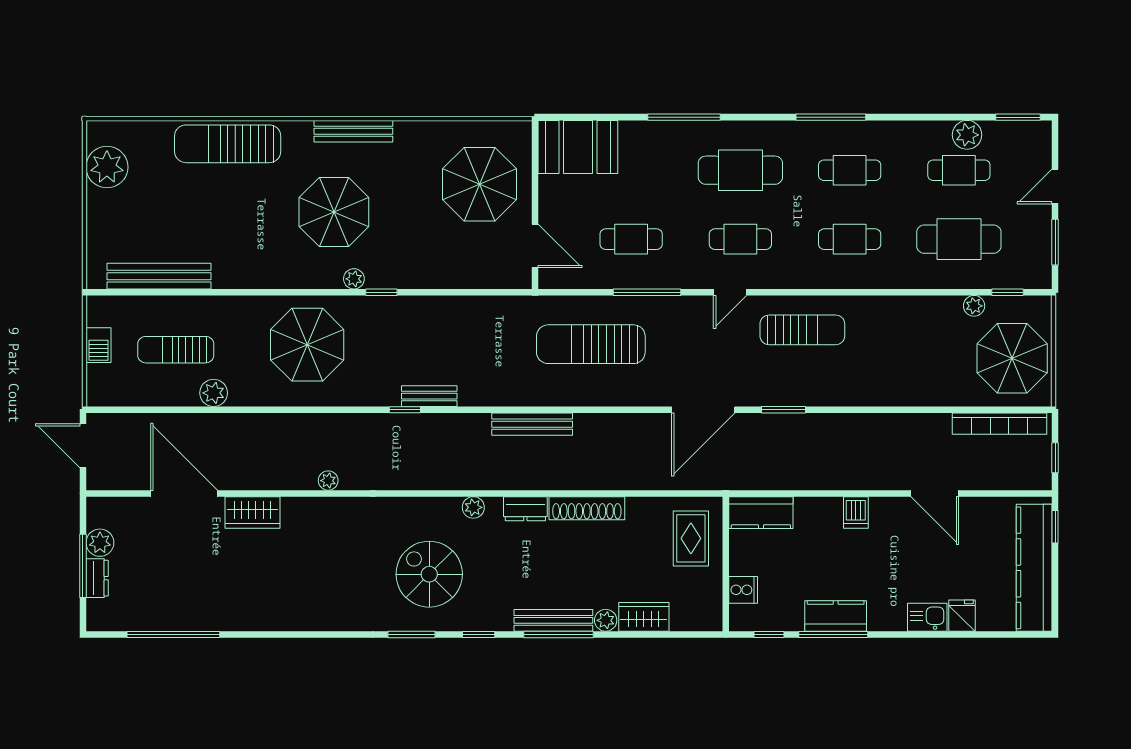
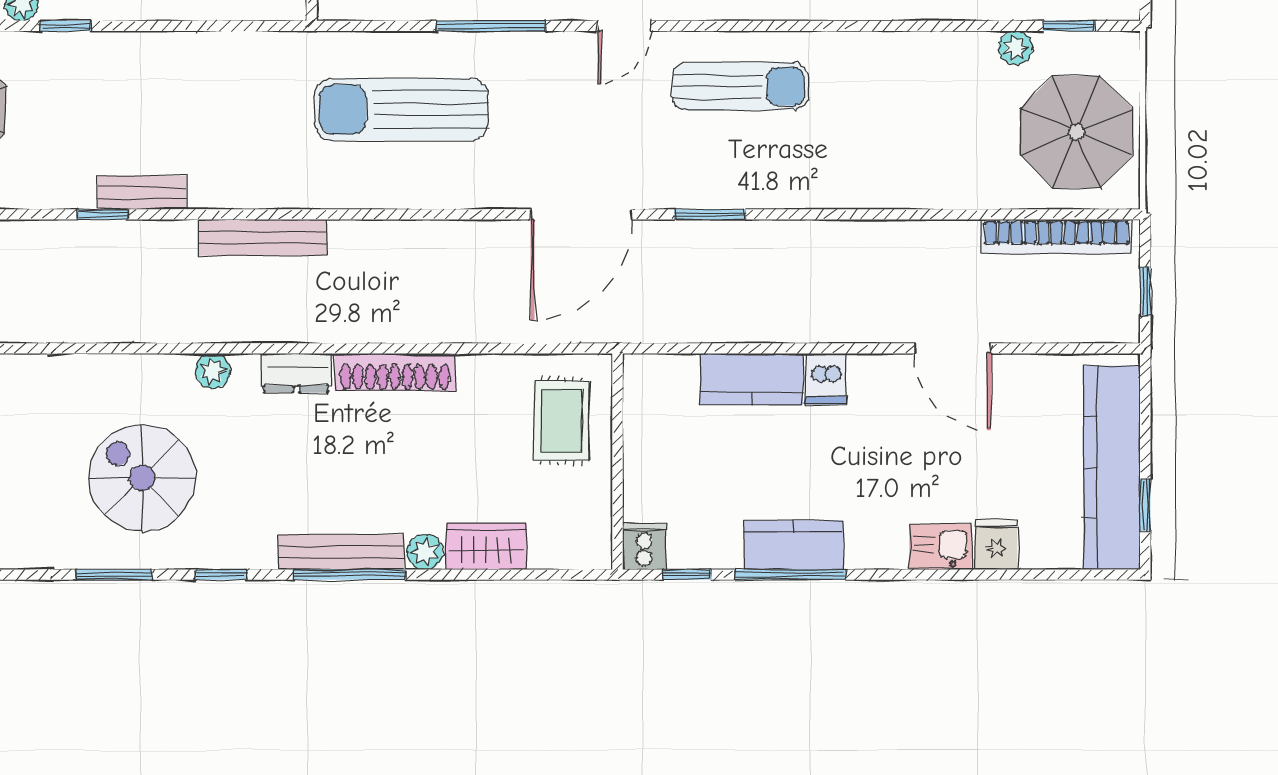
bench: (532, 424) -> (263, 237), moved
kitchen counter: (761, 513) -> (752, 379), moved
window: (1055, 527) -> (1145, 505), moved
cooker: (743, 590) -> (644, 547), moved, turned -90

